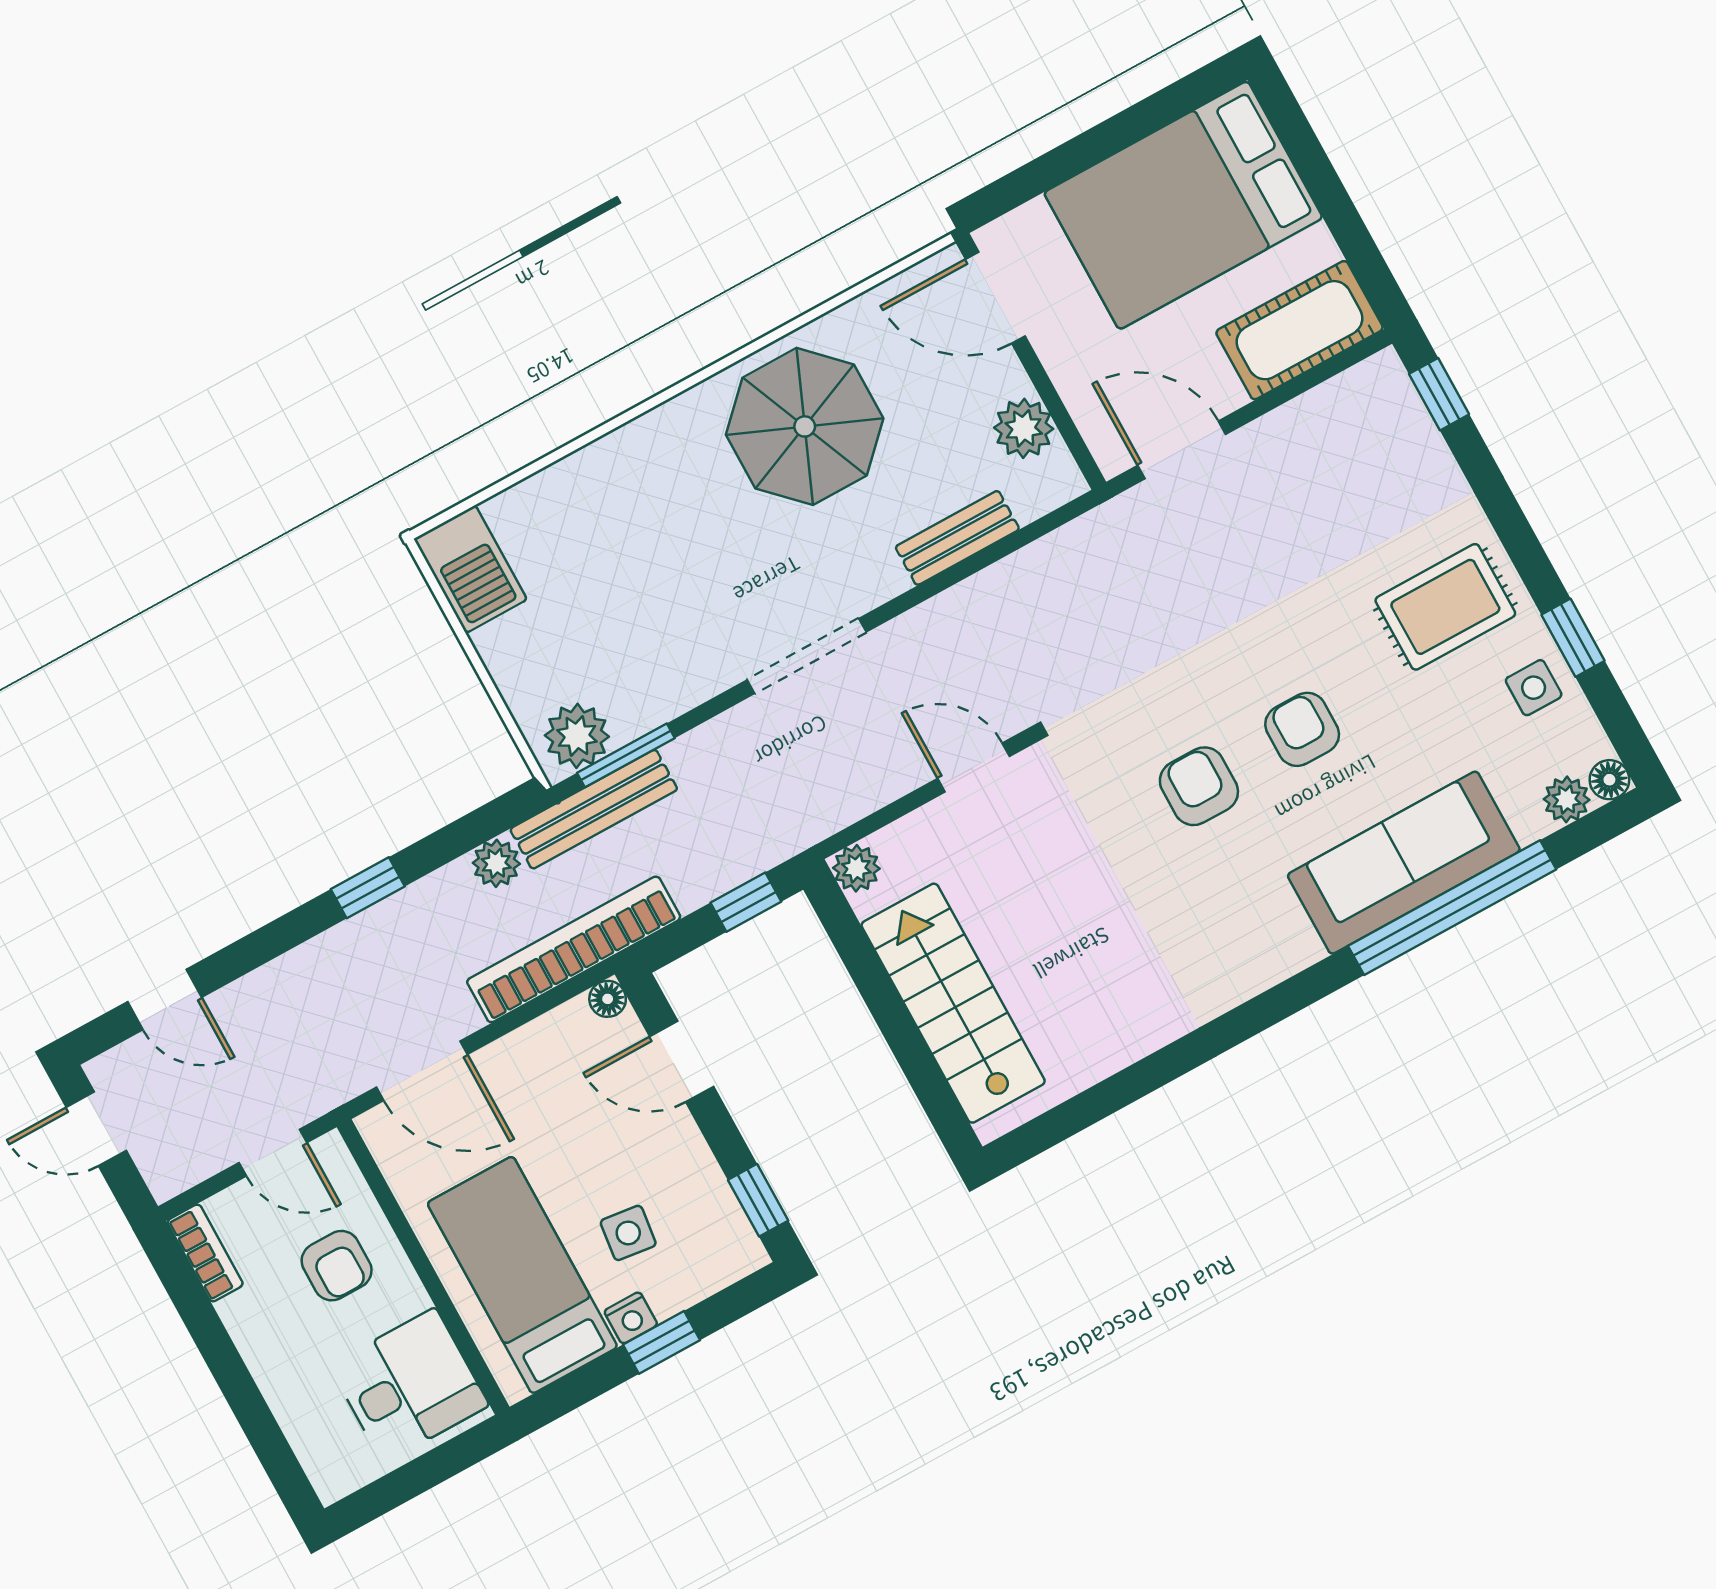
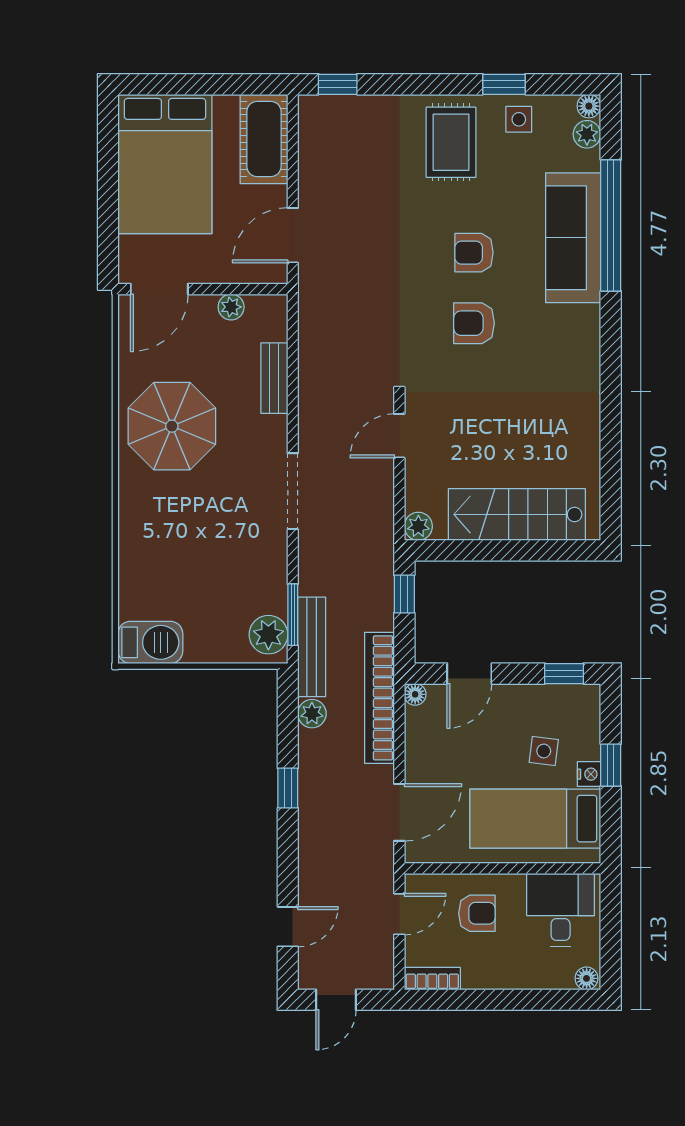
plant: (1024, 428) -> (231, 307), width x0.73, depth x0.73
floor lamp: (330, 1479) -> (587, 978), added

